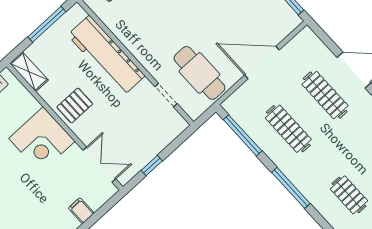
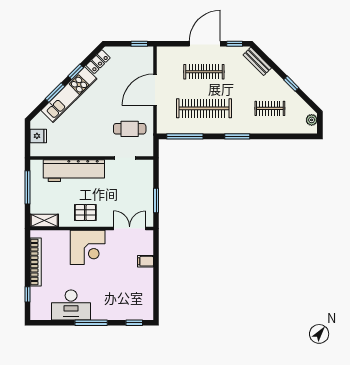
cafe table: (199, 73) -> (130, 129), width x0.73, depth x0.74
pallet: (75, 106) -> (85, 213), turned 90
clothes rail: (288, 129) -> (204, 108), width x1.37, depth x1.31
window: (152, 166) -> (156, 201), width x1.50
window: (291, 188) -> (237, 136), width x0.69

